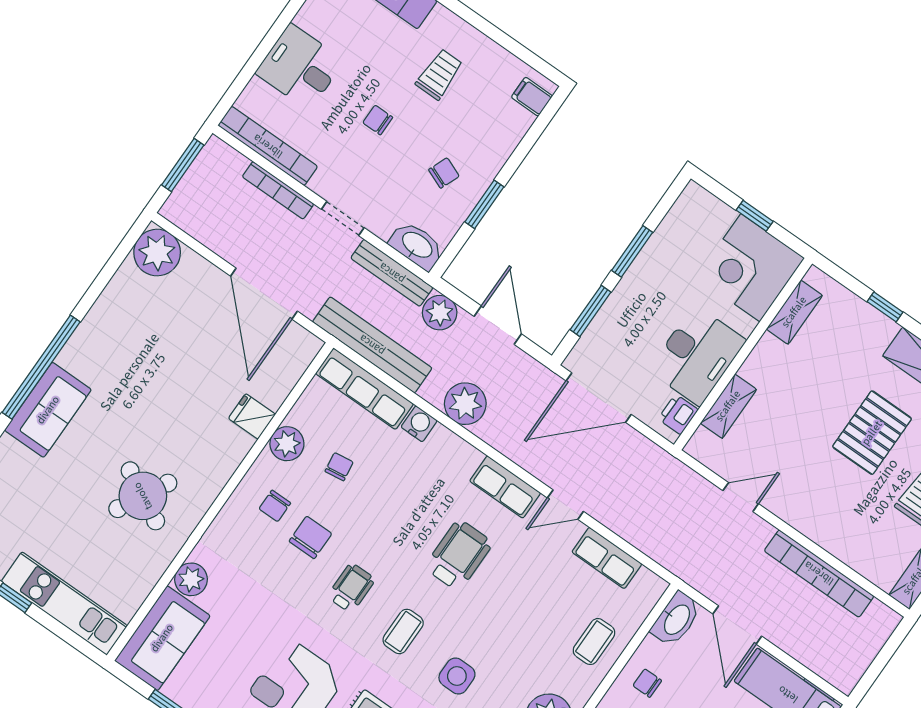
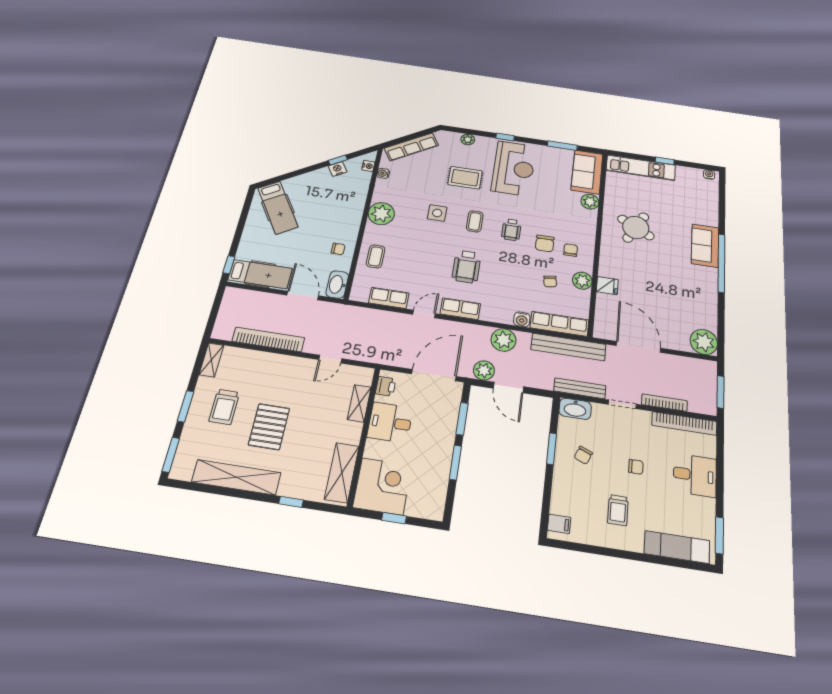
shelving: (794, 312) -> (342, 473), width x1.50, depth x1.33
plant: (440, 313) -> (484, 370), moved
desk: (697, 355) -> (390, 423), width x0.73

